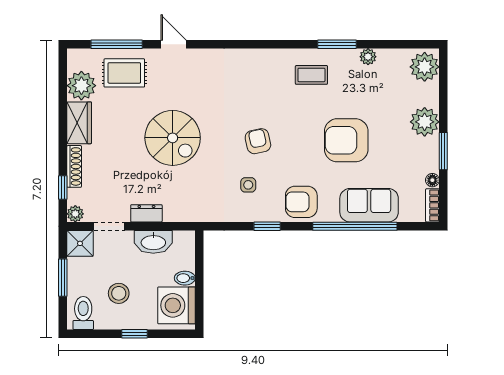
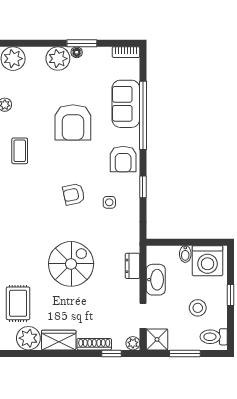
floor lamp: (432, 180) -> (77, 52), moved
dresser: (146, 213) -> (132, 266), moved

